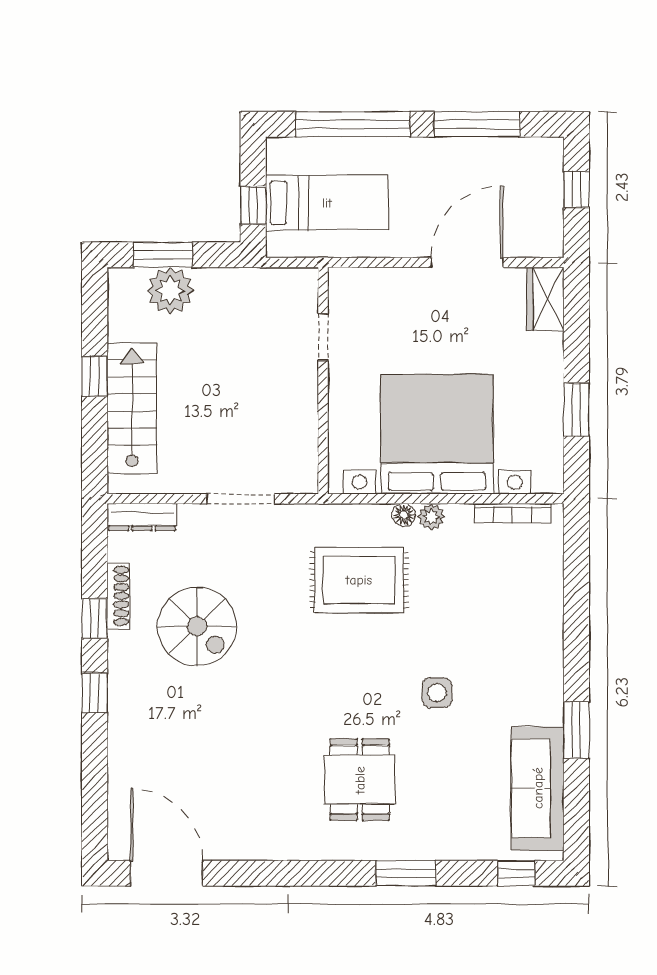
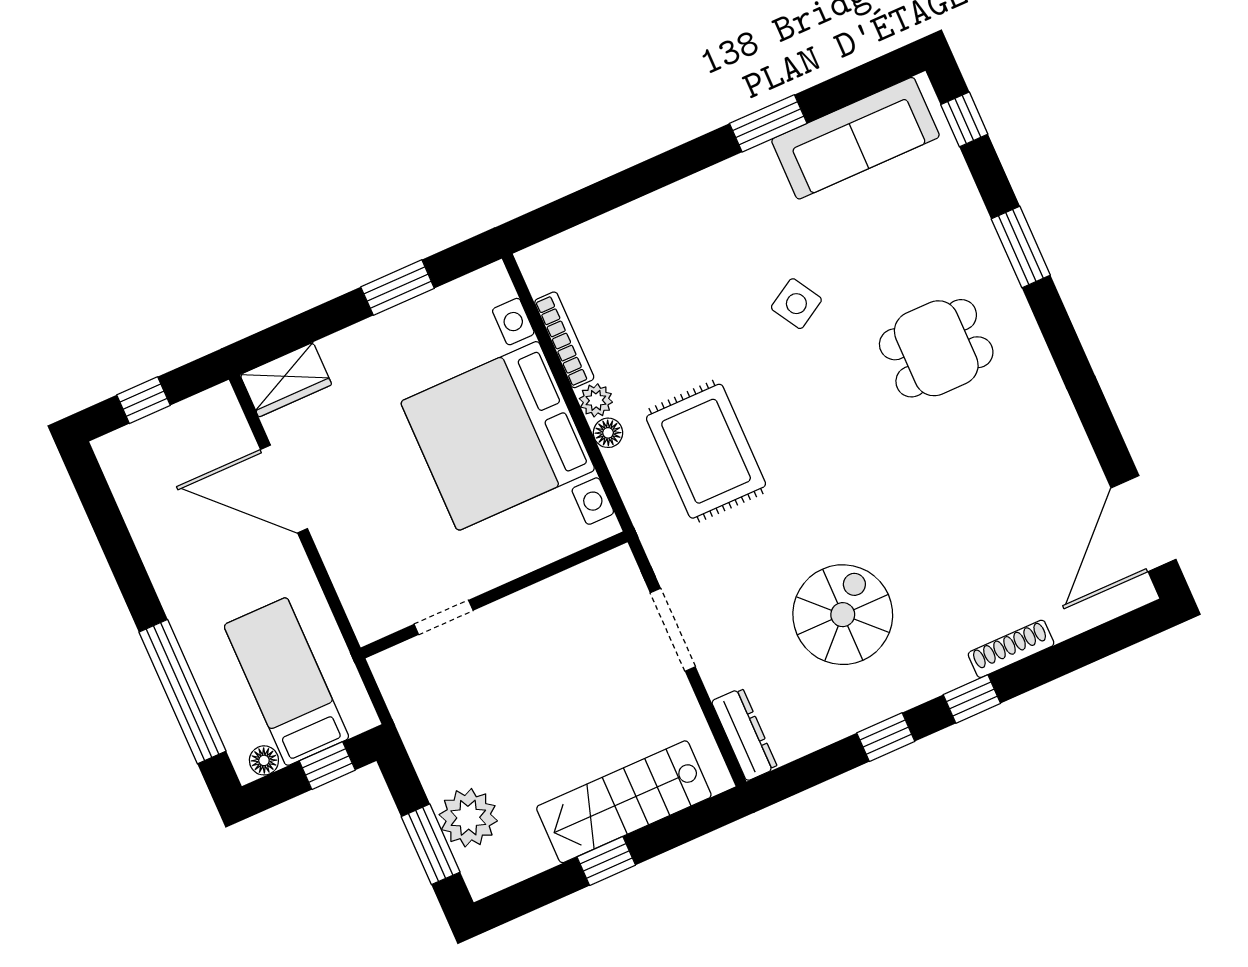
window: (477, 124) -> (119, 548), removed
floor lamp: (277, 161) -> (264, 760), added
bookcase: (512, 513) -> (564, 340), moved
shoe rack: (118, 596) -> (1011, 649), moved
side table: (437, 693) -> (796, 304), turned -31

